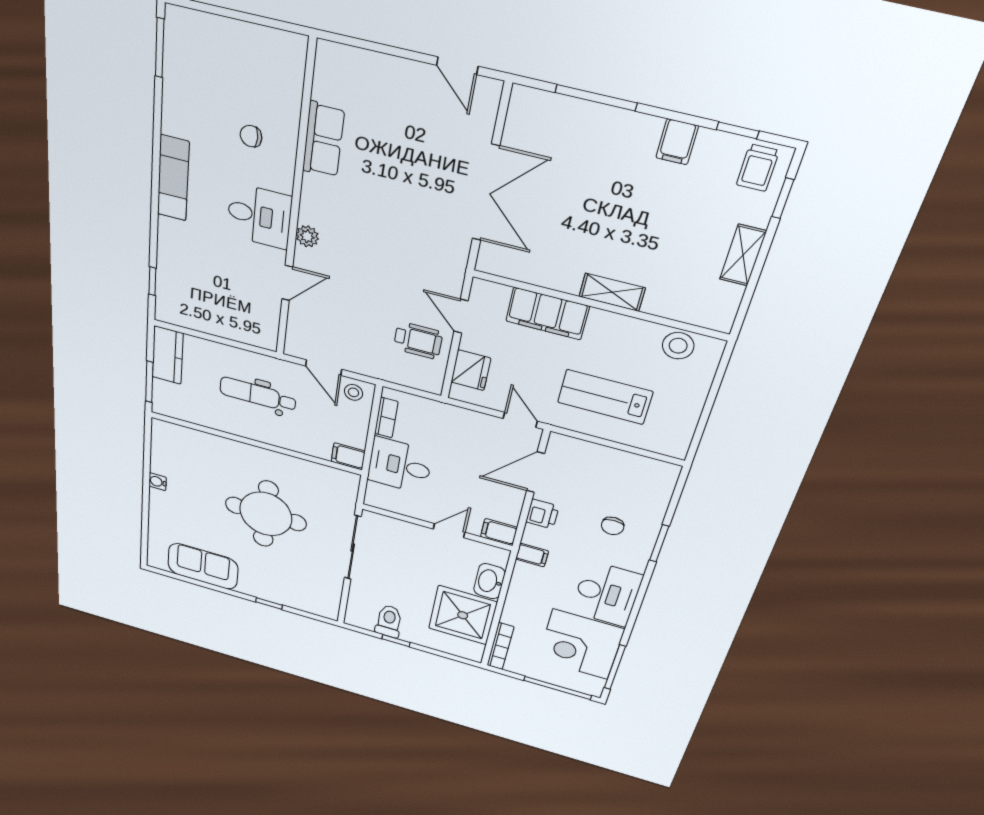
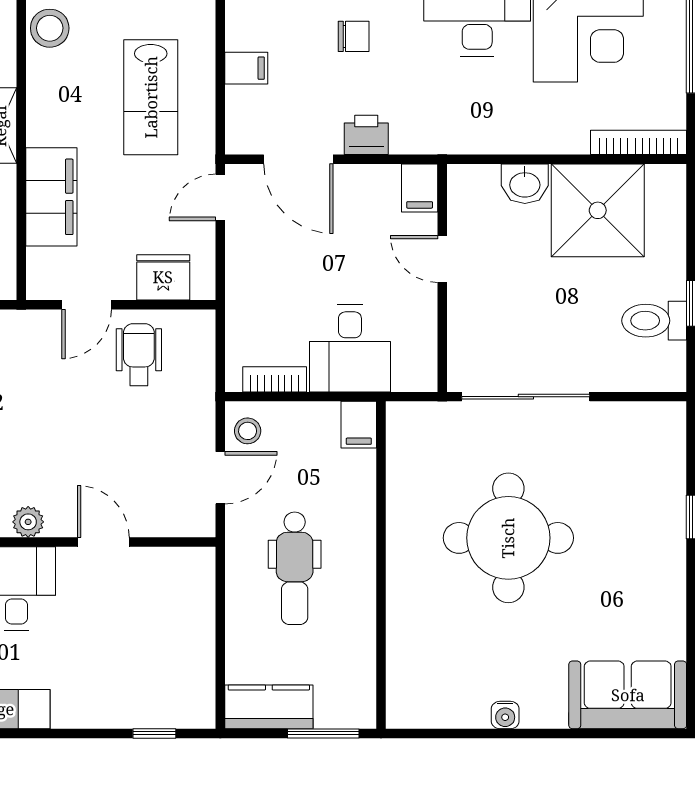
filing cabinet: (532, 555) -> (246, 68), moved, turned 90
sofa: (203, 566) -> (628, 695), moved, turned 90
washbasin: (489, 581) -> (525, 184), width x0.72

